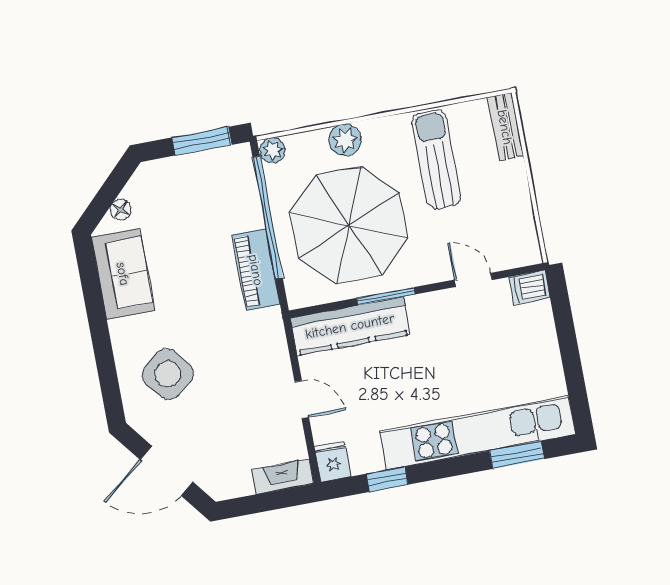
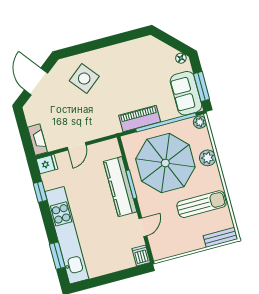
floor lamp: (121, 209) -> (181, 58), moved
sofa: (123, 274) -> (186, 93), moved, turned 90
kitchen counter: (350, 326) -> (120, 187), moved

